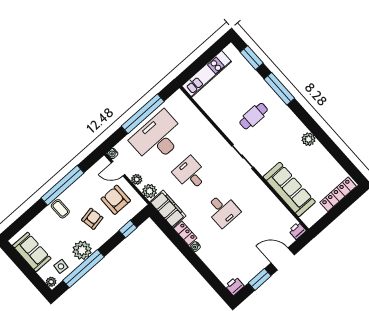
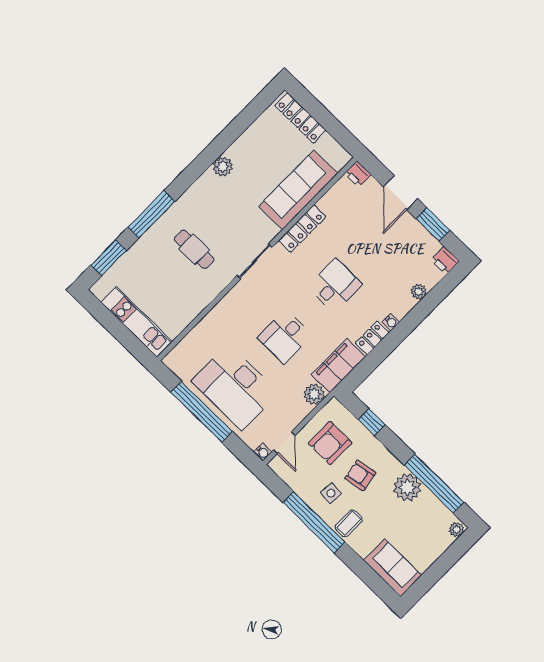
plant: (137, 179) -> (419, 292), moved
locker: (263, 191) -> (302, 228), added
sofa: (32, 252) -> (393, 568), moved, turned 90
side table: (61, 266) -> (331, 493), moved

